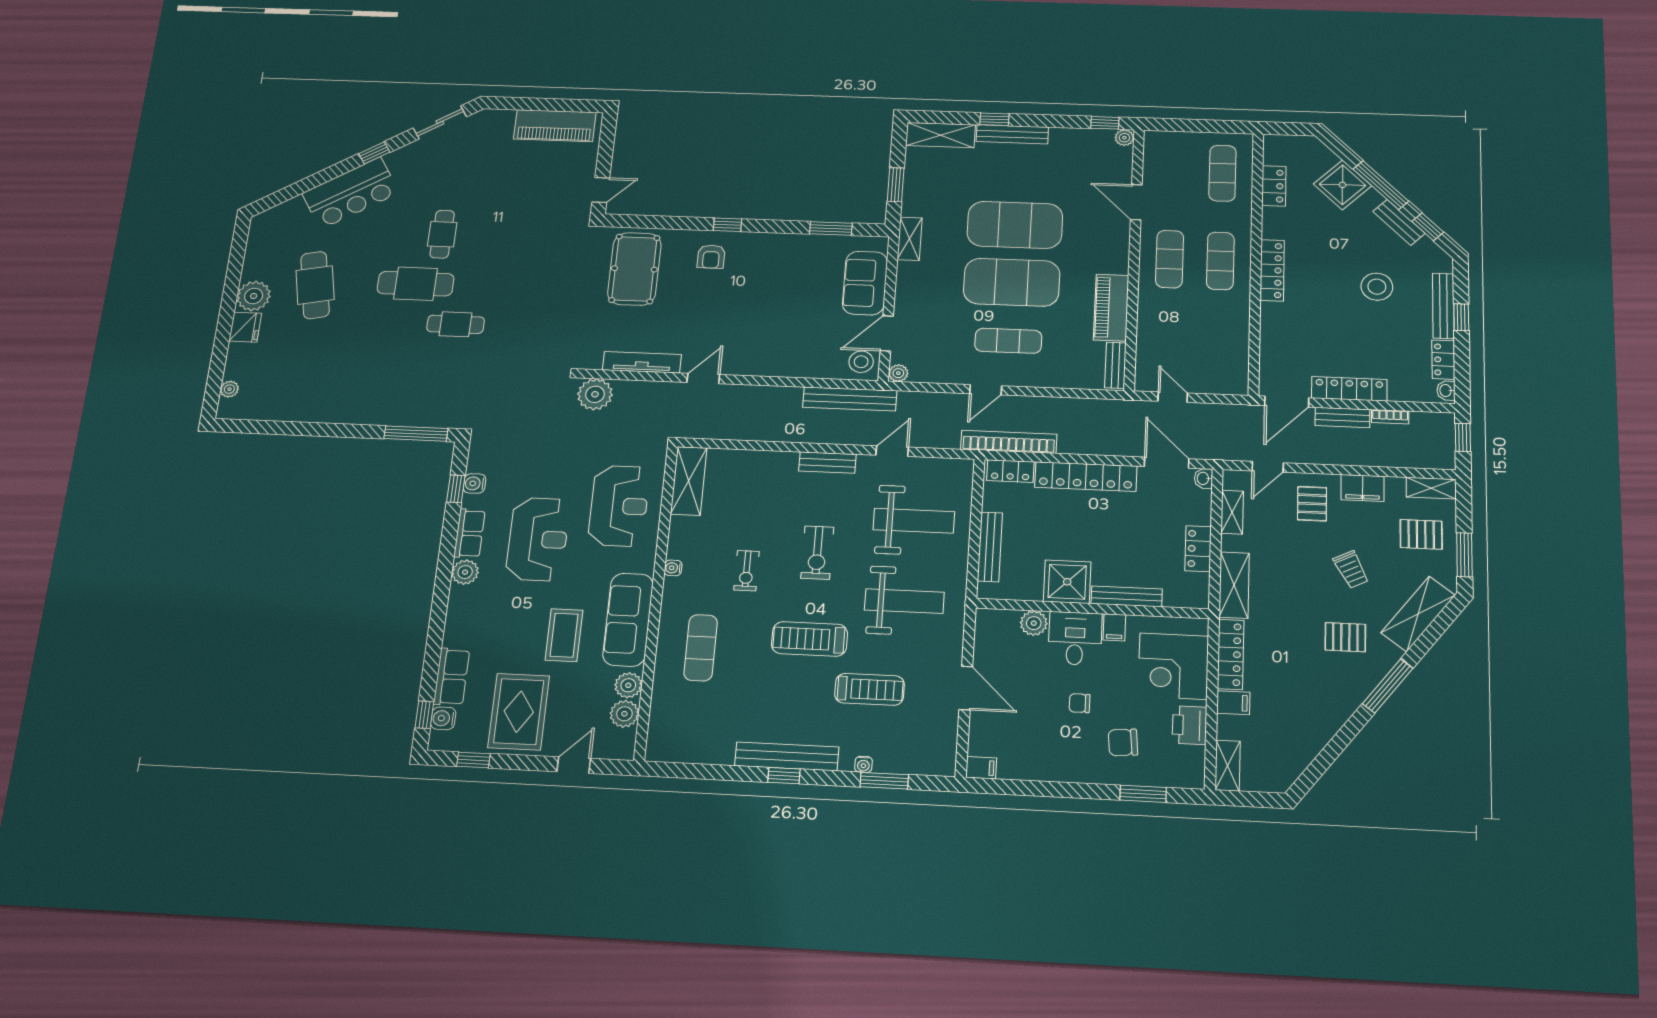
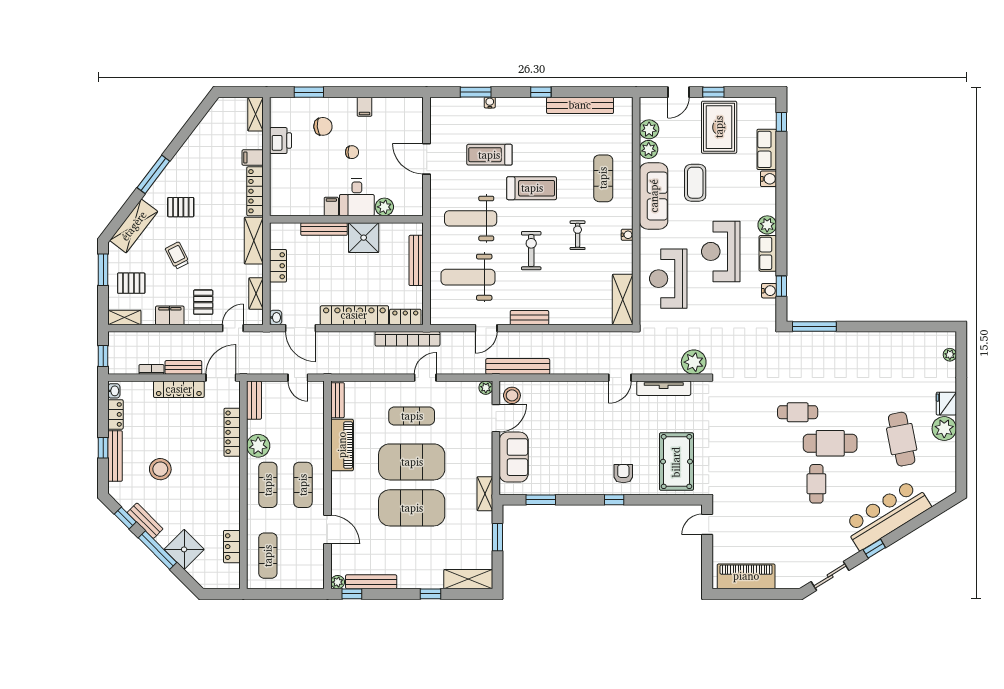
bench: (1012, 134) -> (371, 582), moved
bar counter: (351, 193) -> (887, 515), width x1.36
locker: (1272, 270) -> (232, 432), moved
plant: (1233, 311) -> (258, 446), added
bench: (1238, 370) -> (254, 400), added
corner desk: (1173, 666) -> (292, 181), removed
water cooler: (443, 718) -> (768, 179), moved
bench: (787, 756) -> (580, 105), moved
window: (473, 760) -> (713, 92), moved
filing cabinet: (981, 768) -> (364, 107), moved, turned -90

